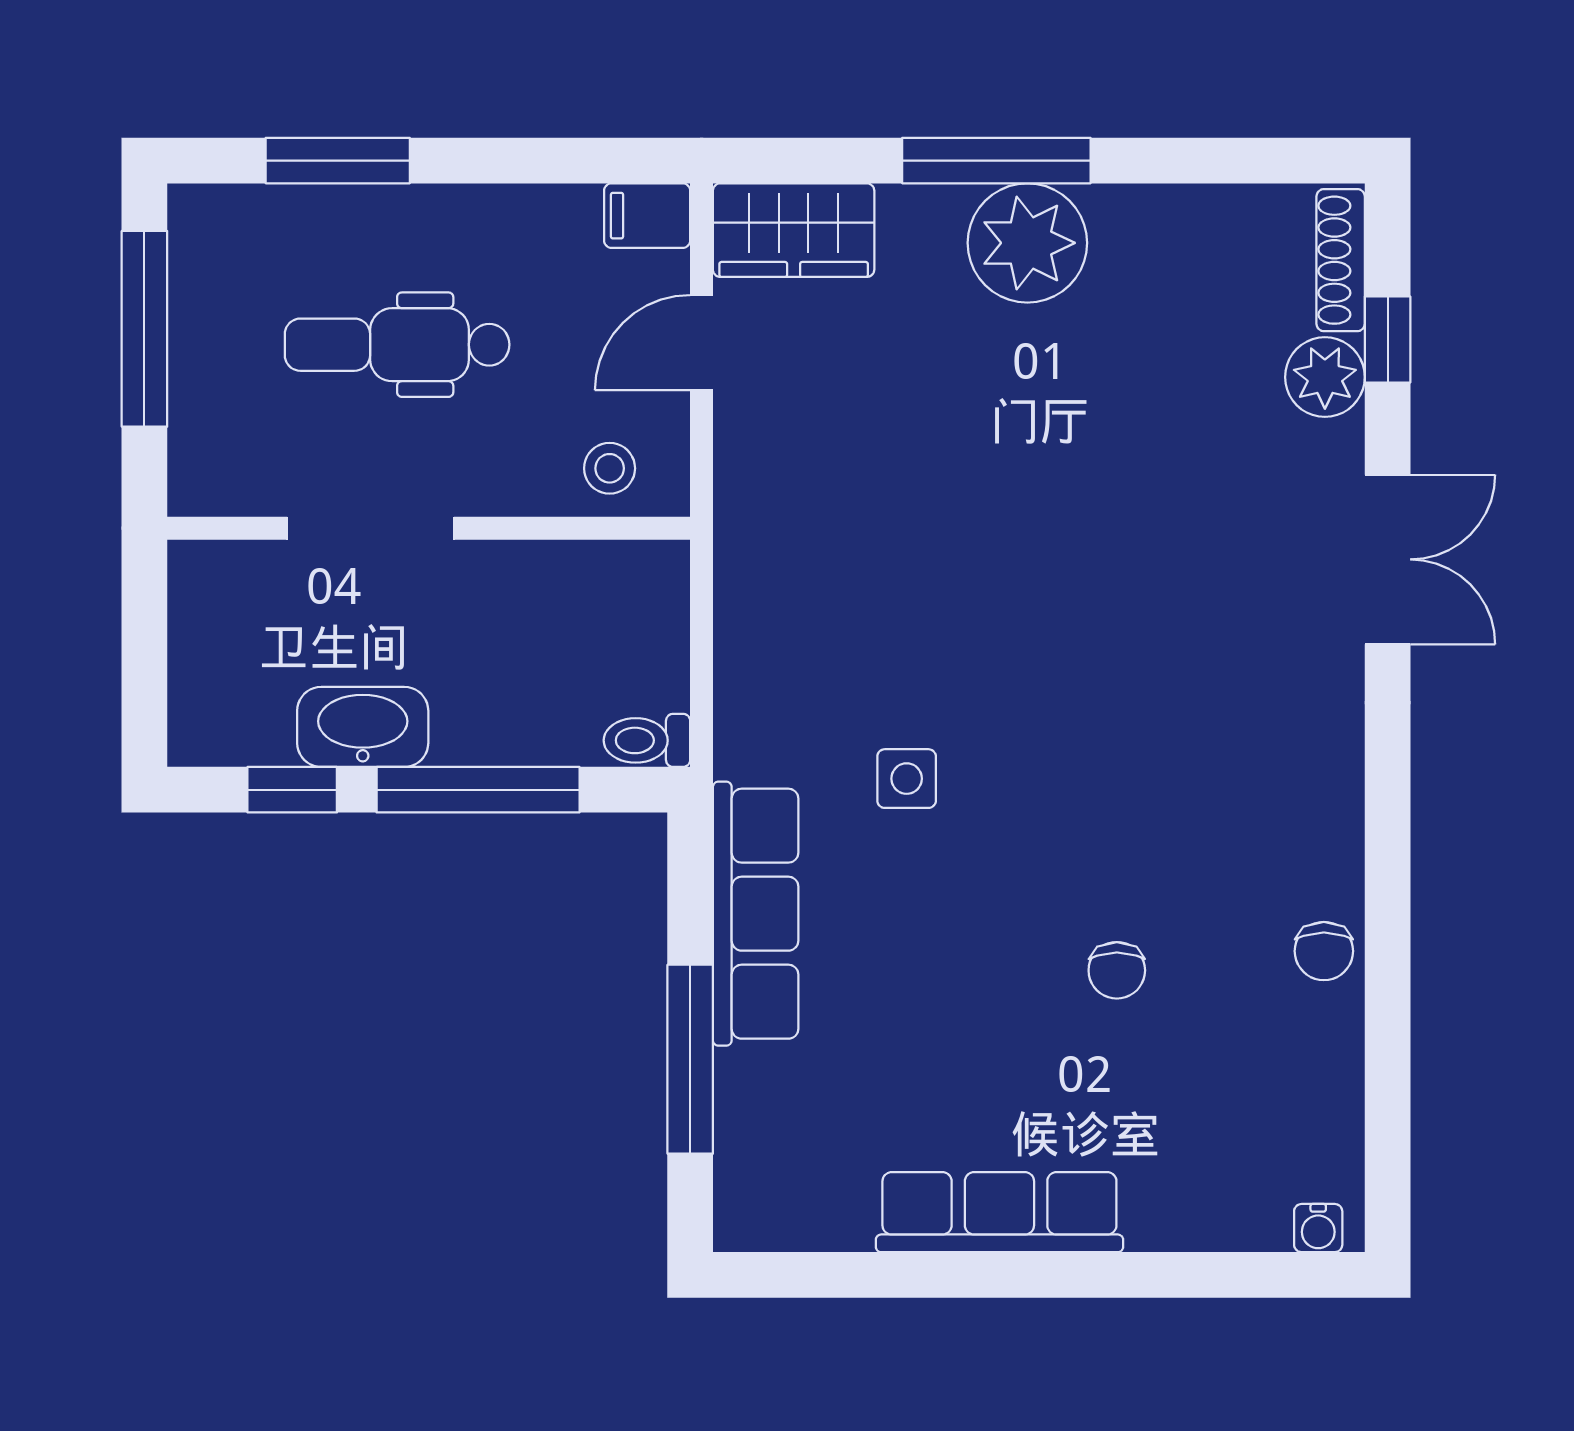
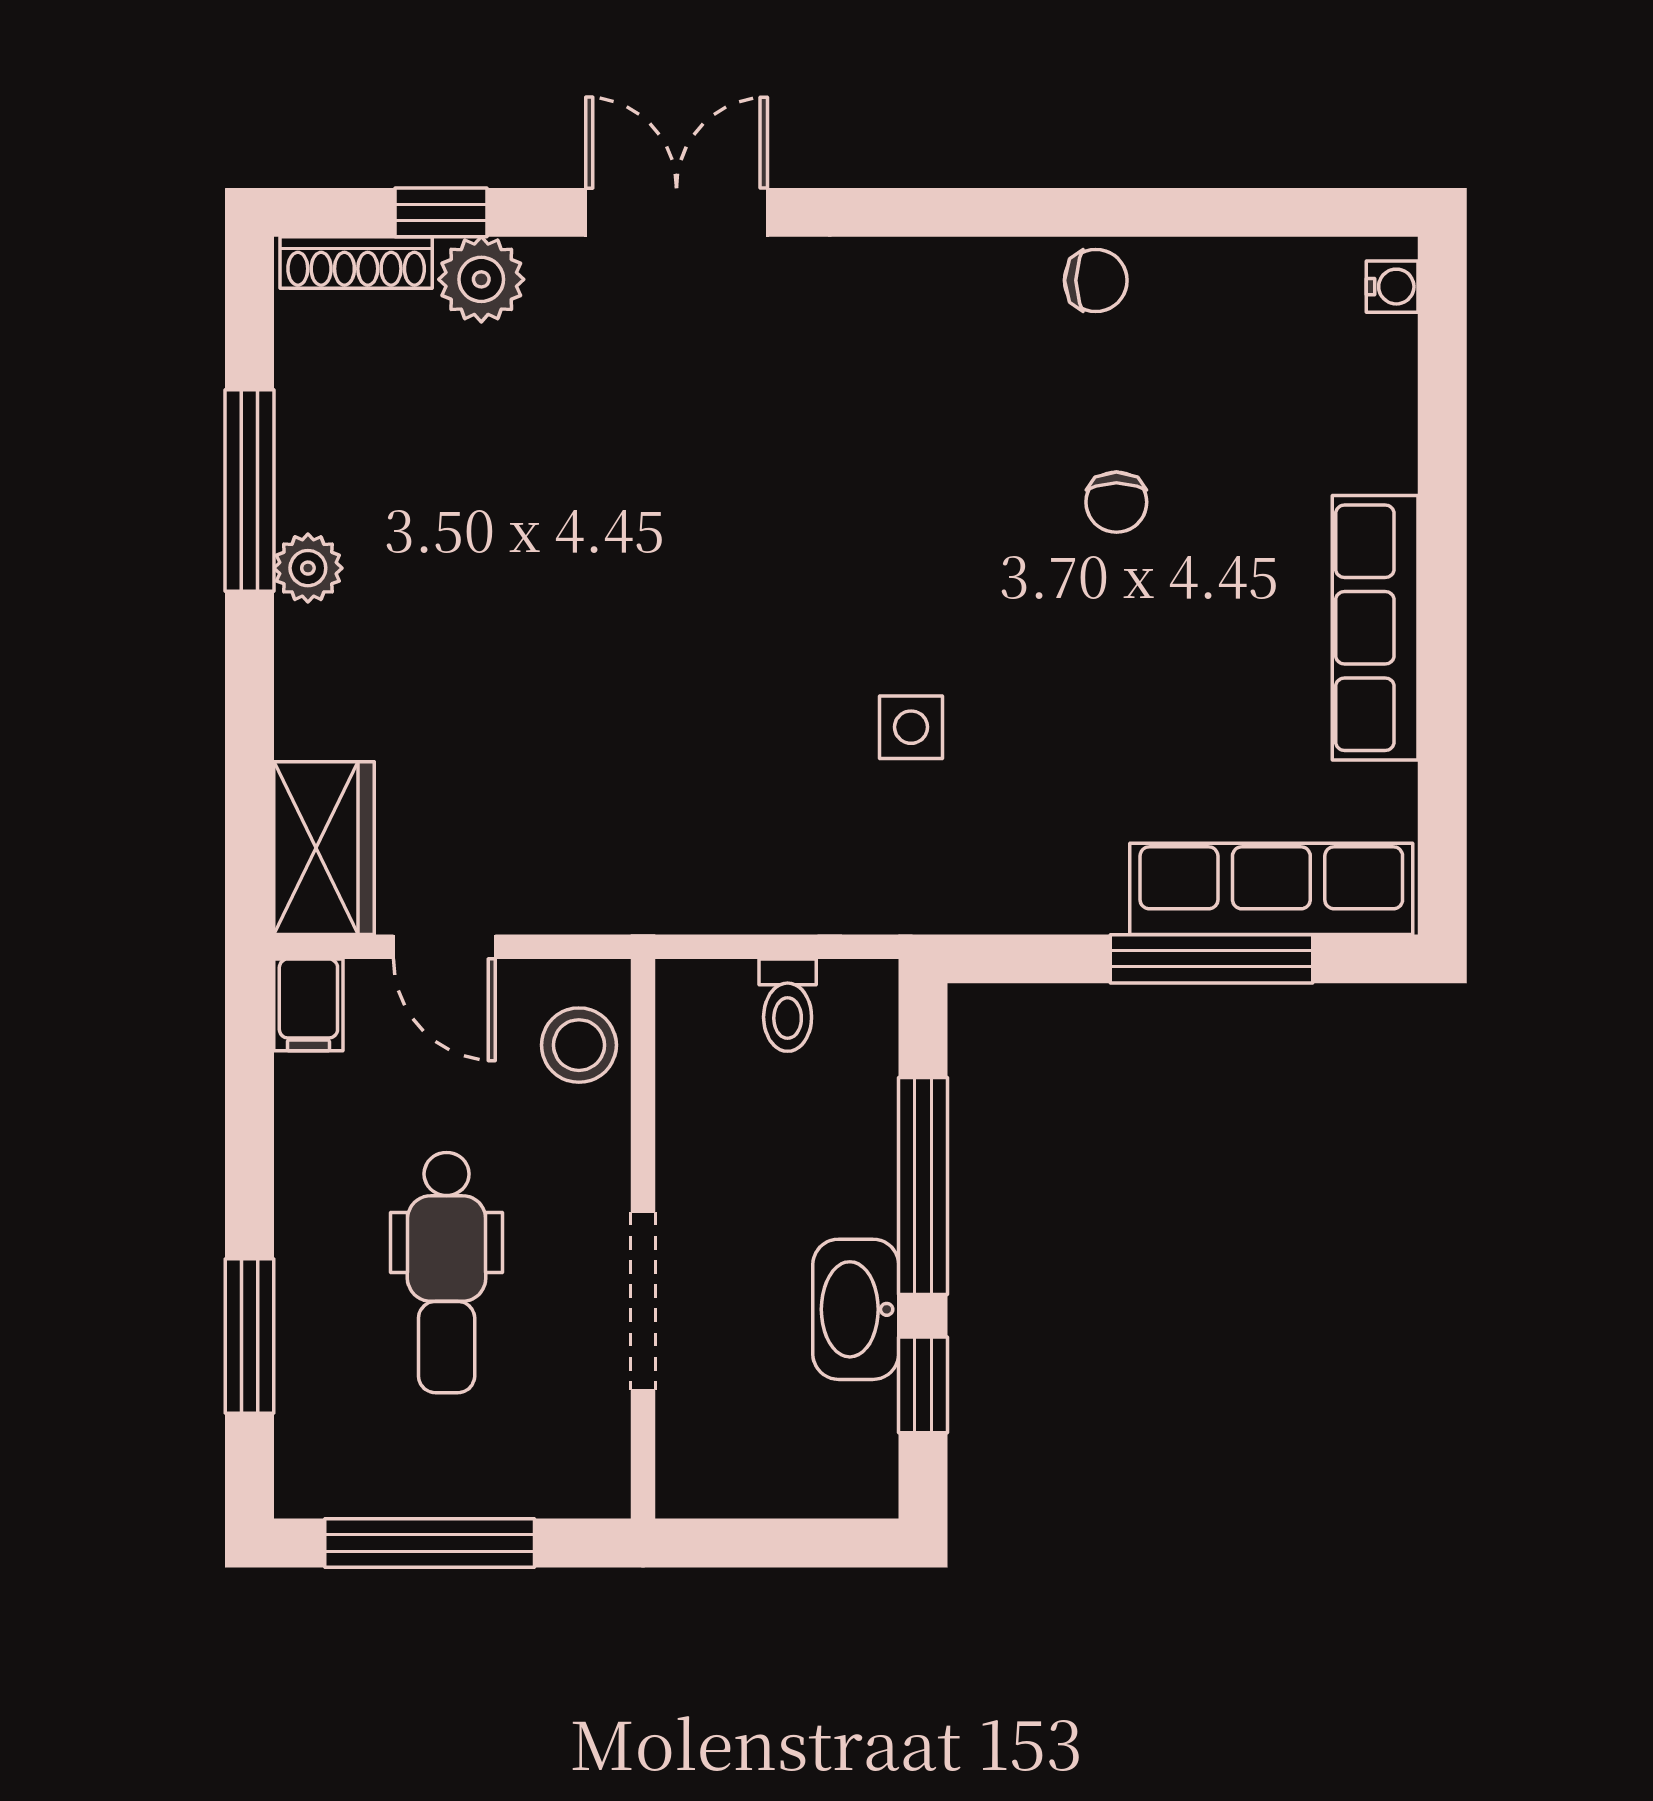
window: (996, 161) -> (250, 490), moved
plant: (1027, 243) -> (308, 568), width x0.53, depth x0.53
stool: (610, 468) -> (579, 1045), width x1.37, depth x1.37
toilet: (647, 740) -> (788, 1005), moved
row of seats: (756, 914) -> (1271, 889), moved
chair: (1117, 970) -> (1116, 502), turned 90

